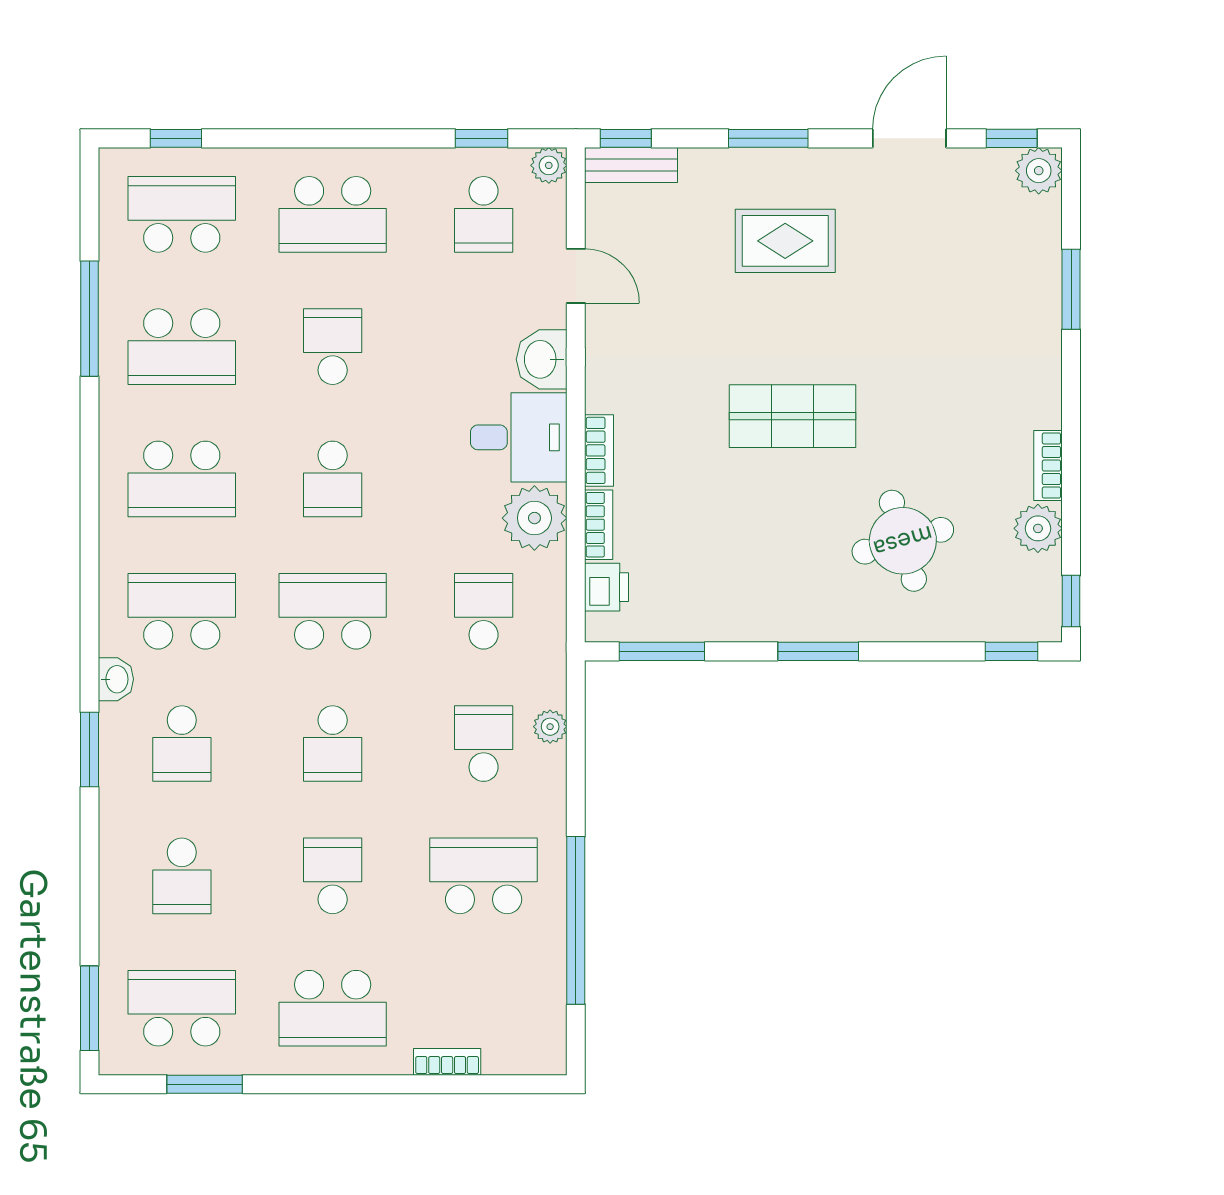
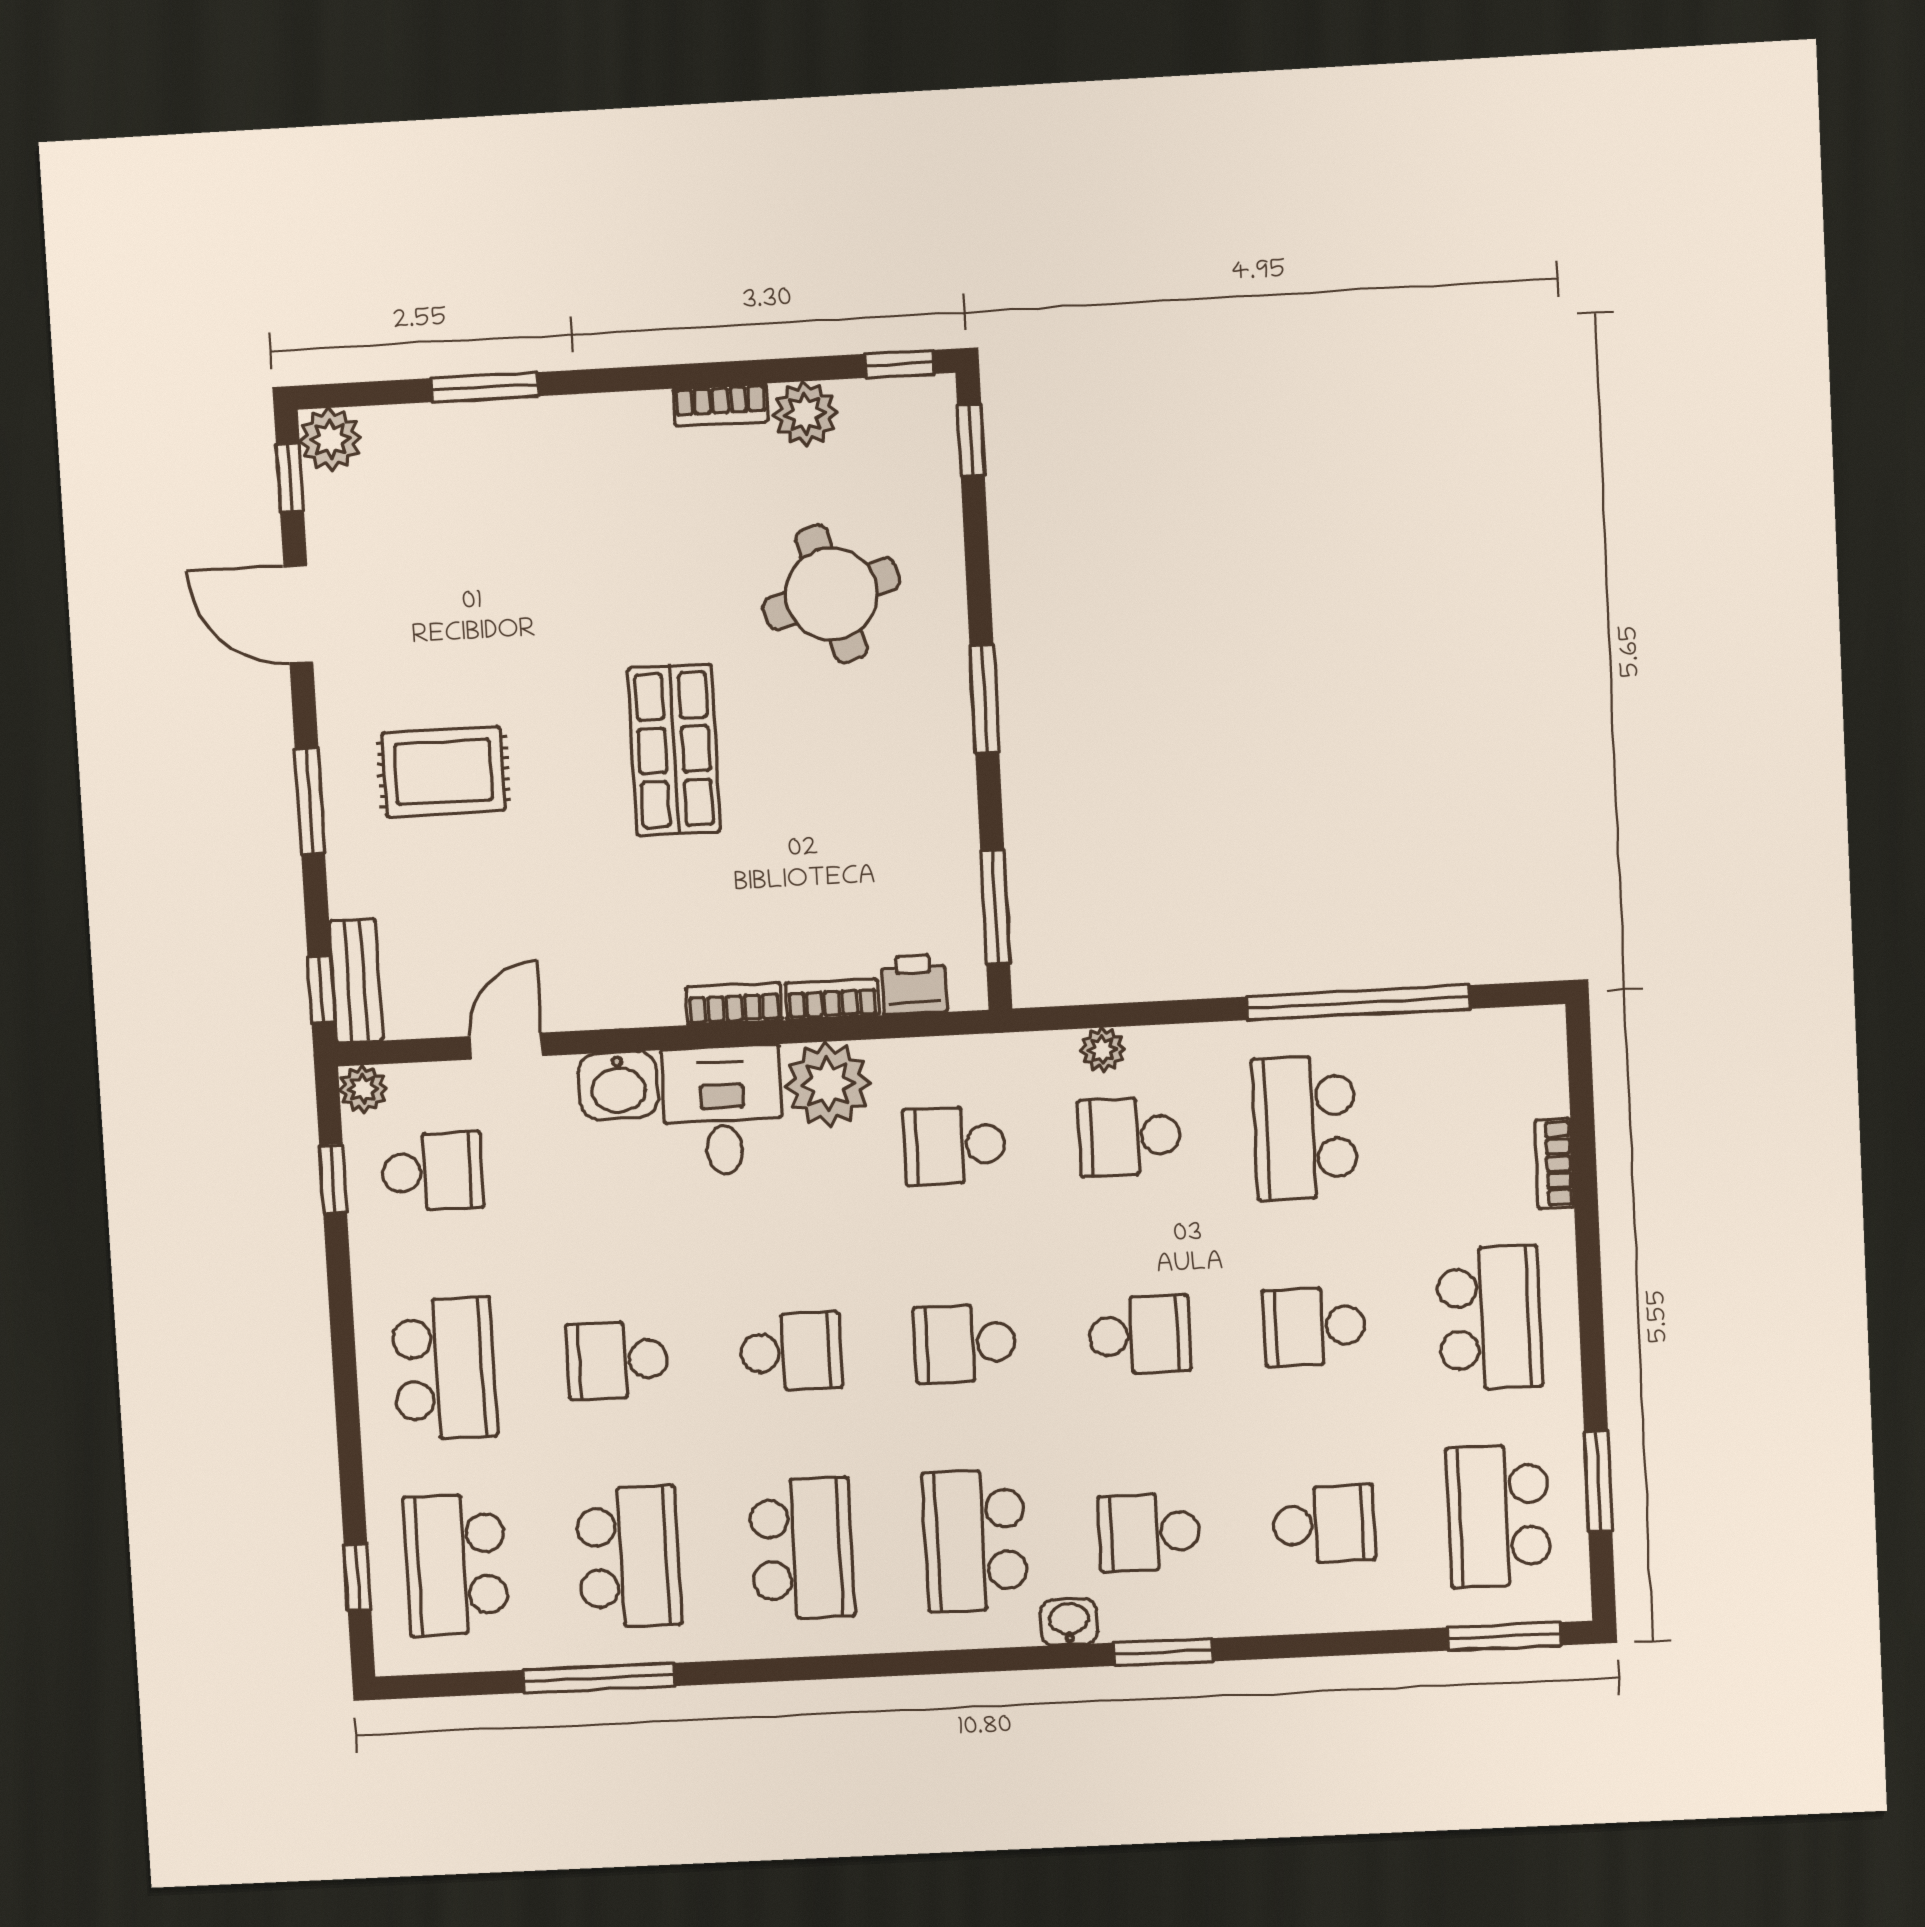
rug: (785, 241) -> (443, 772), turned 90
school desk: (333, 611) -> (965, 1343), width x0.54
school desk: (182, 744) -> (1149, 1532), turned 180

